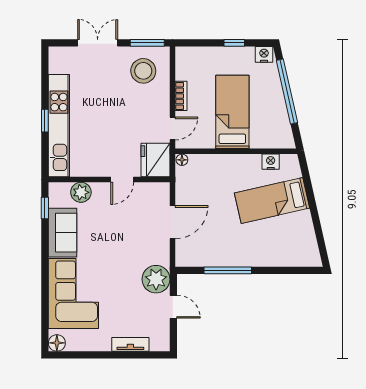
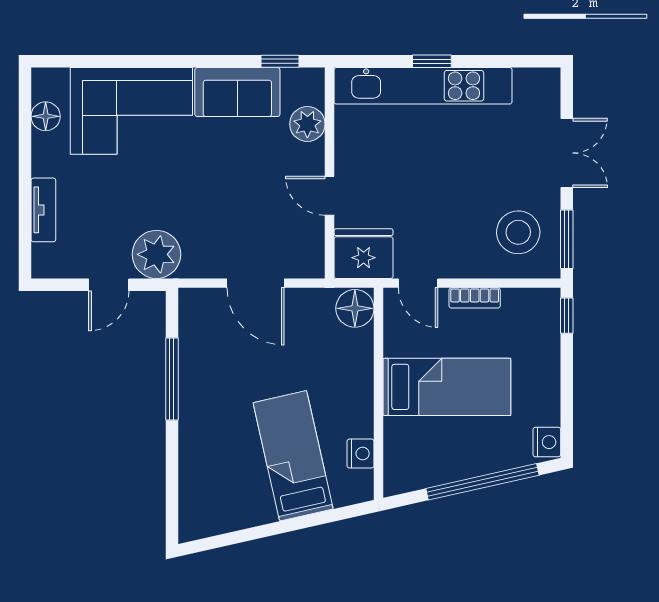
window: (234, 43) -> (567, 316), moved
floor lamp: (182, 160) -> (355, 308), width x1.89, depth x1.89
floor lamp: (57, 343) -> (46, 116), moved

